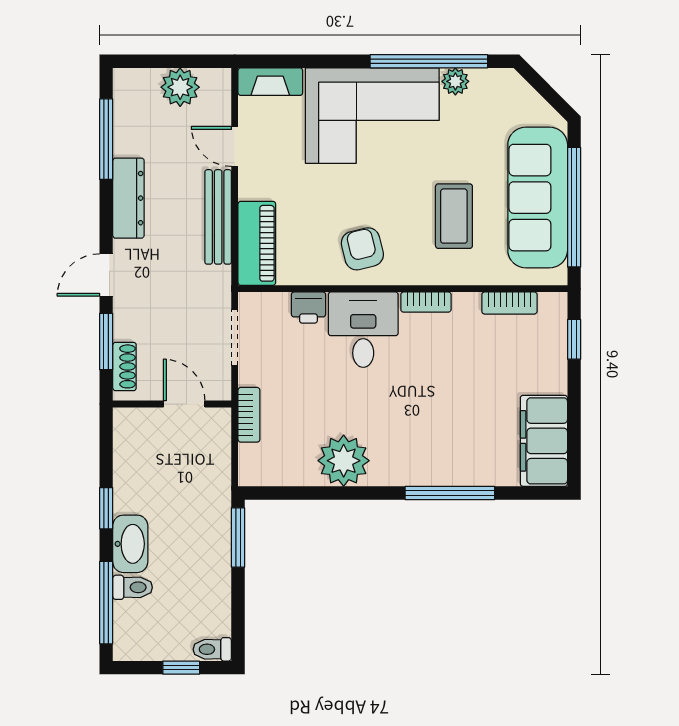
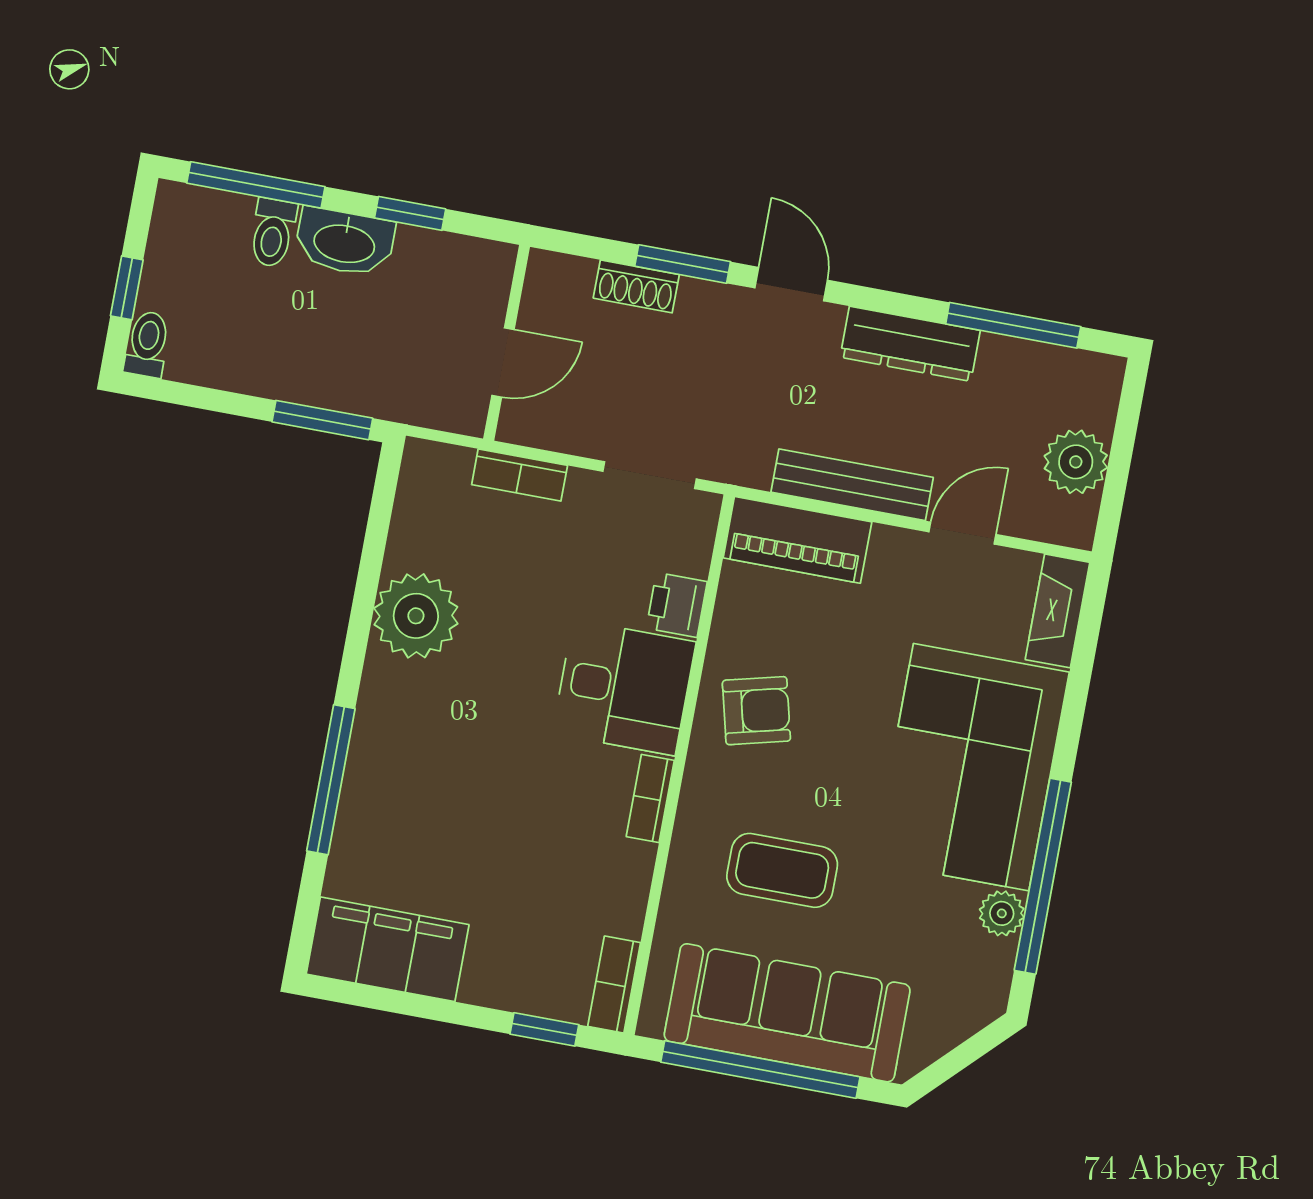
bookcase: (509, 303) -> (614, 984), moved
wall: (172, 404) -> (507, 343), moved
door: (184, 404) -> (503, 362), moved

